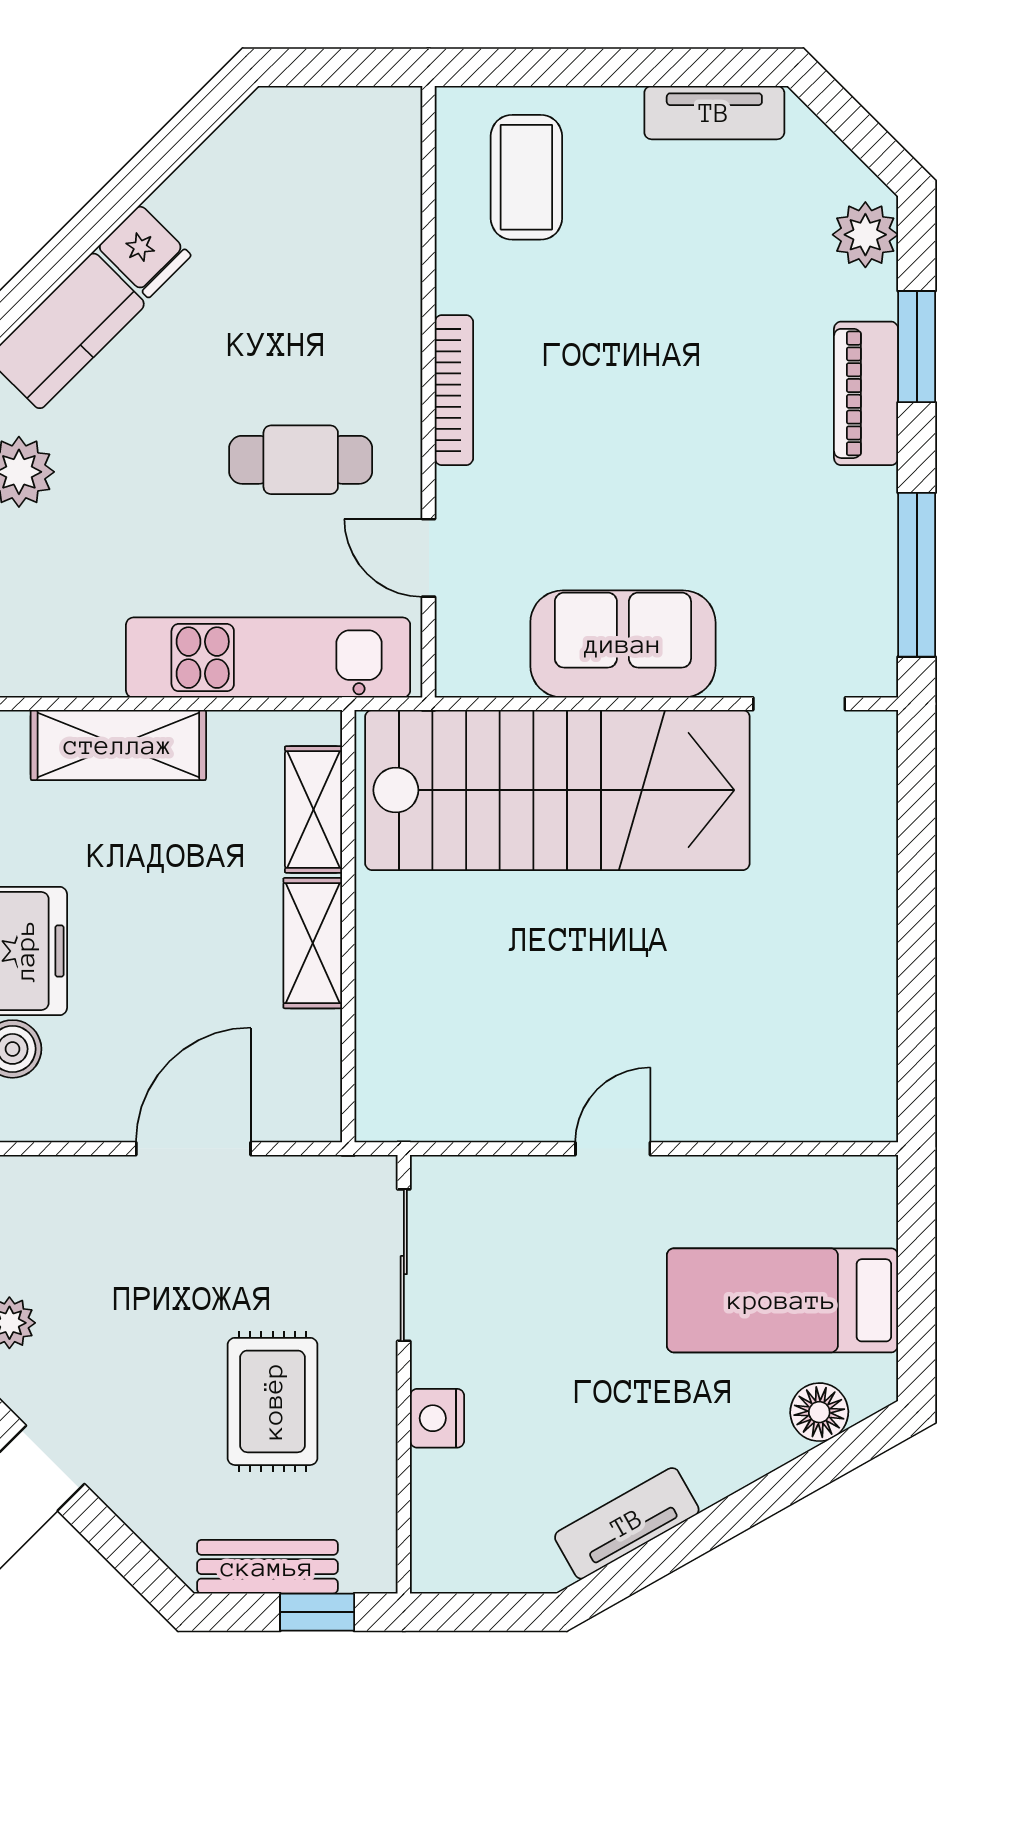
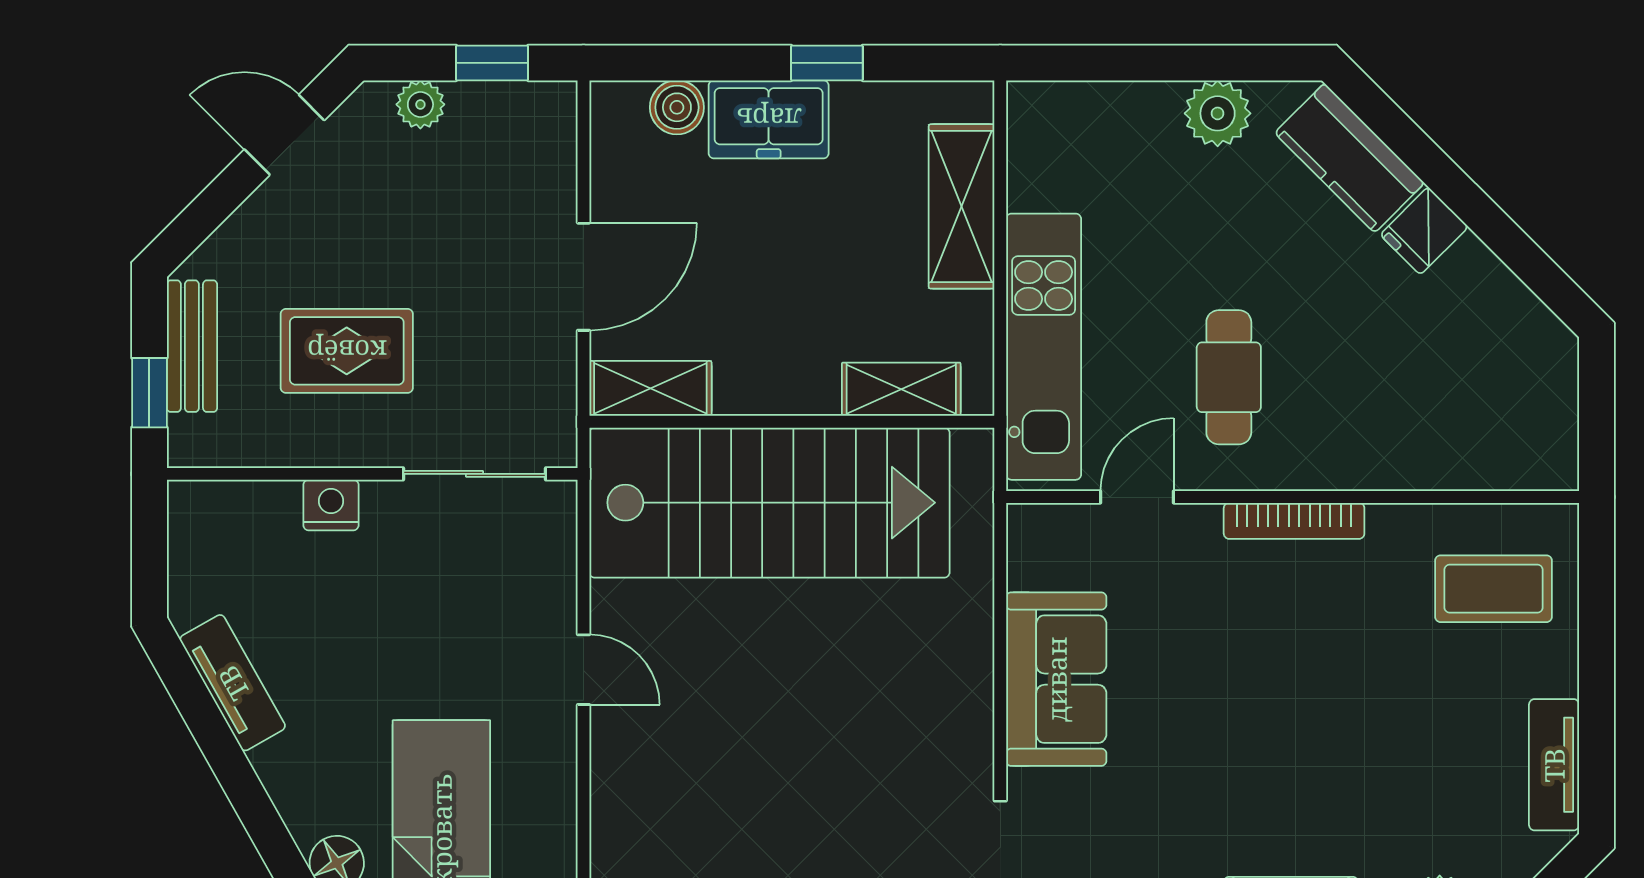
stairs: (557, 790) -> (769, 503), moved, turned -90
shelving: (313, 943) -> (650, 388), moved
door: (193, 1149) -> (584, 277), hinge flipped

